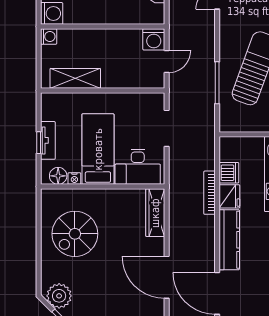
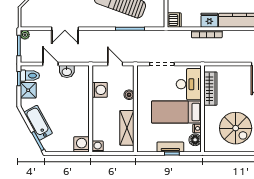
washing machine: (154, 39) -> (100, 90), moved
boiler: (123, 81) -> (129, 95), added
dishwasher: (229, 173) -> (174, 20), moved, turned 90
wardrobe: (155, 213) -> (210, 89), moved, turned -90

